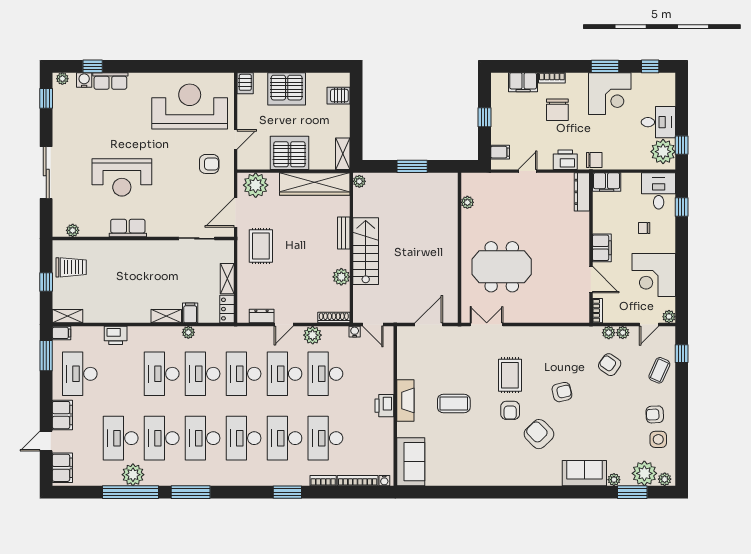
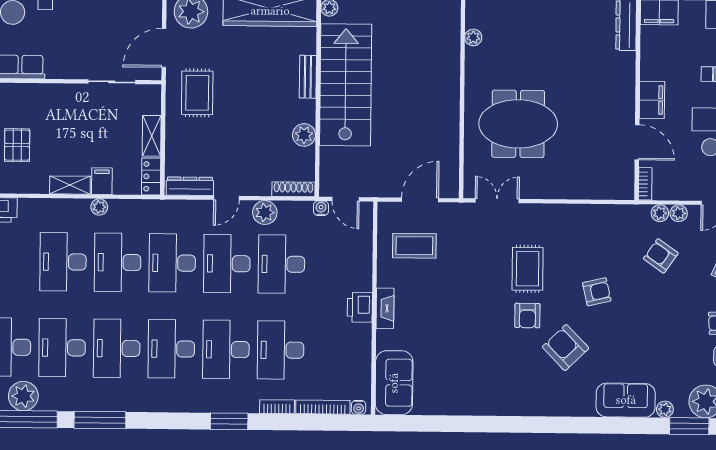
stairs: (366, 251) -> (346, 85), width x1.36, depth x1.51
pallet: (126, 287) -> (17, 145), added
dresser: (262, 316) -> (190, 186), width x1.44
fireplace: (405, 400) -> (385, 308), width x0.73, depth x0.76
coffee table: (454, 404) -> (414, 246), moved

